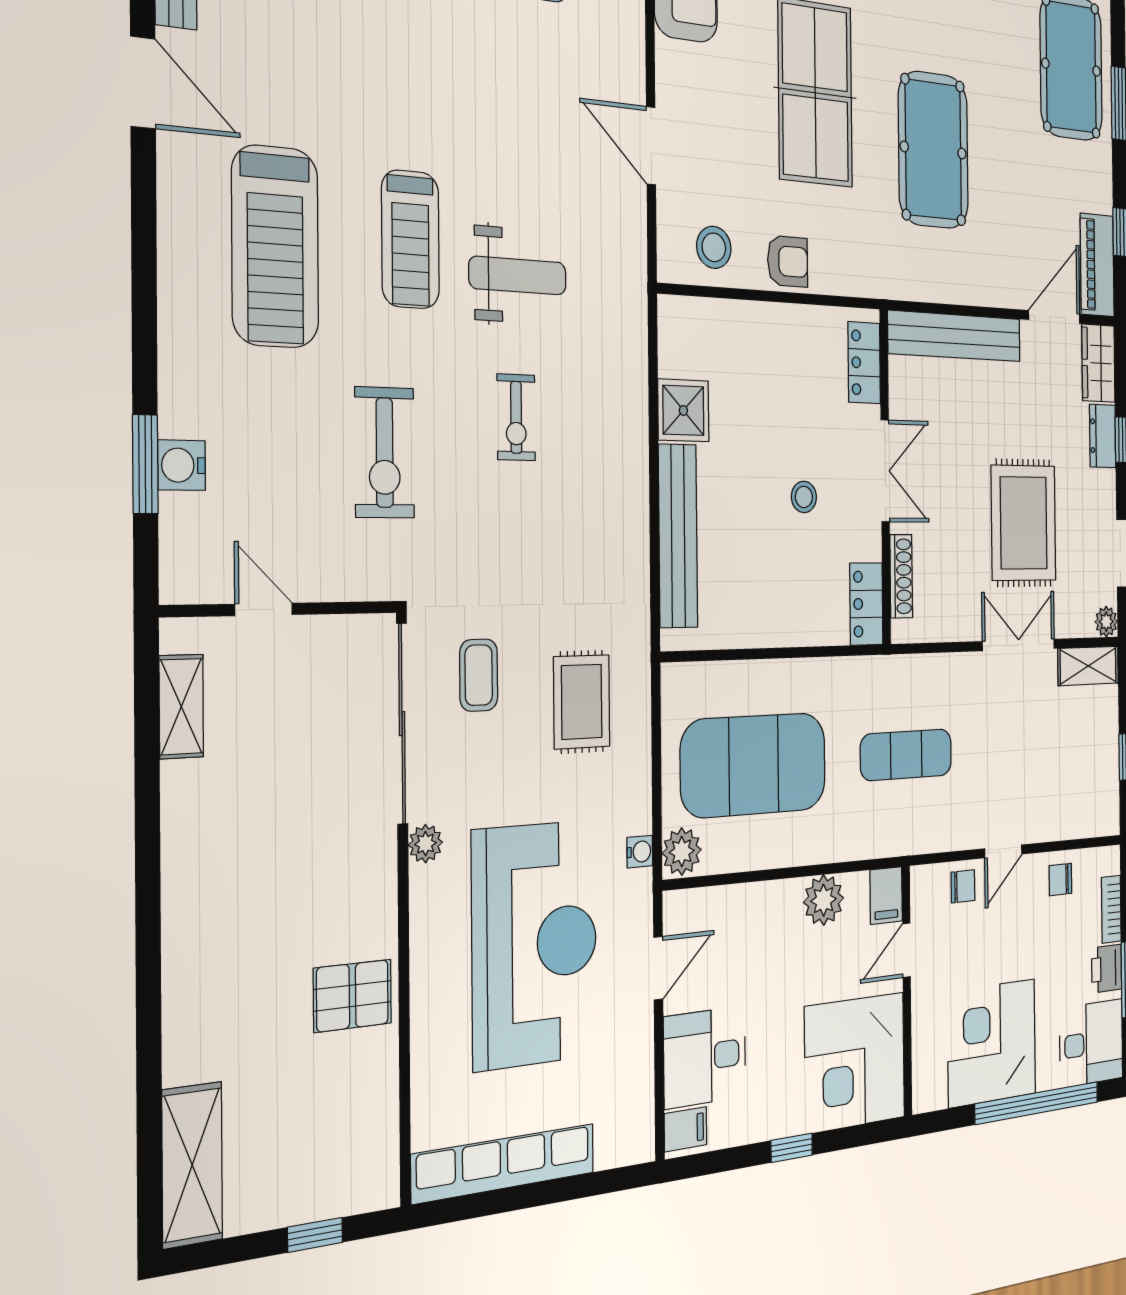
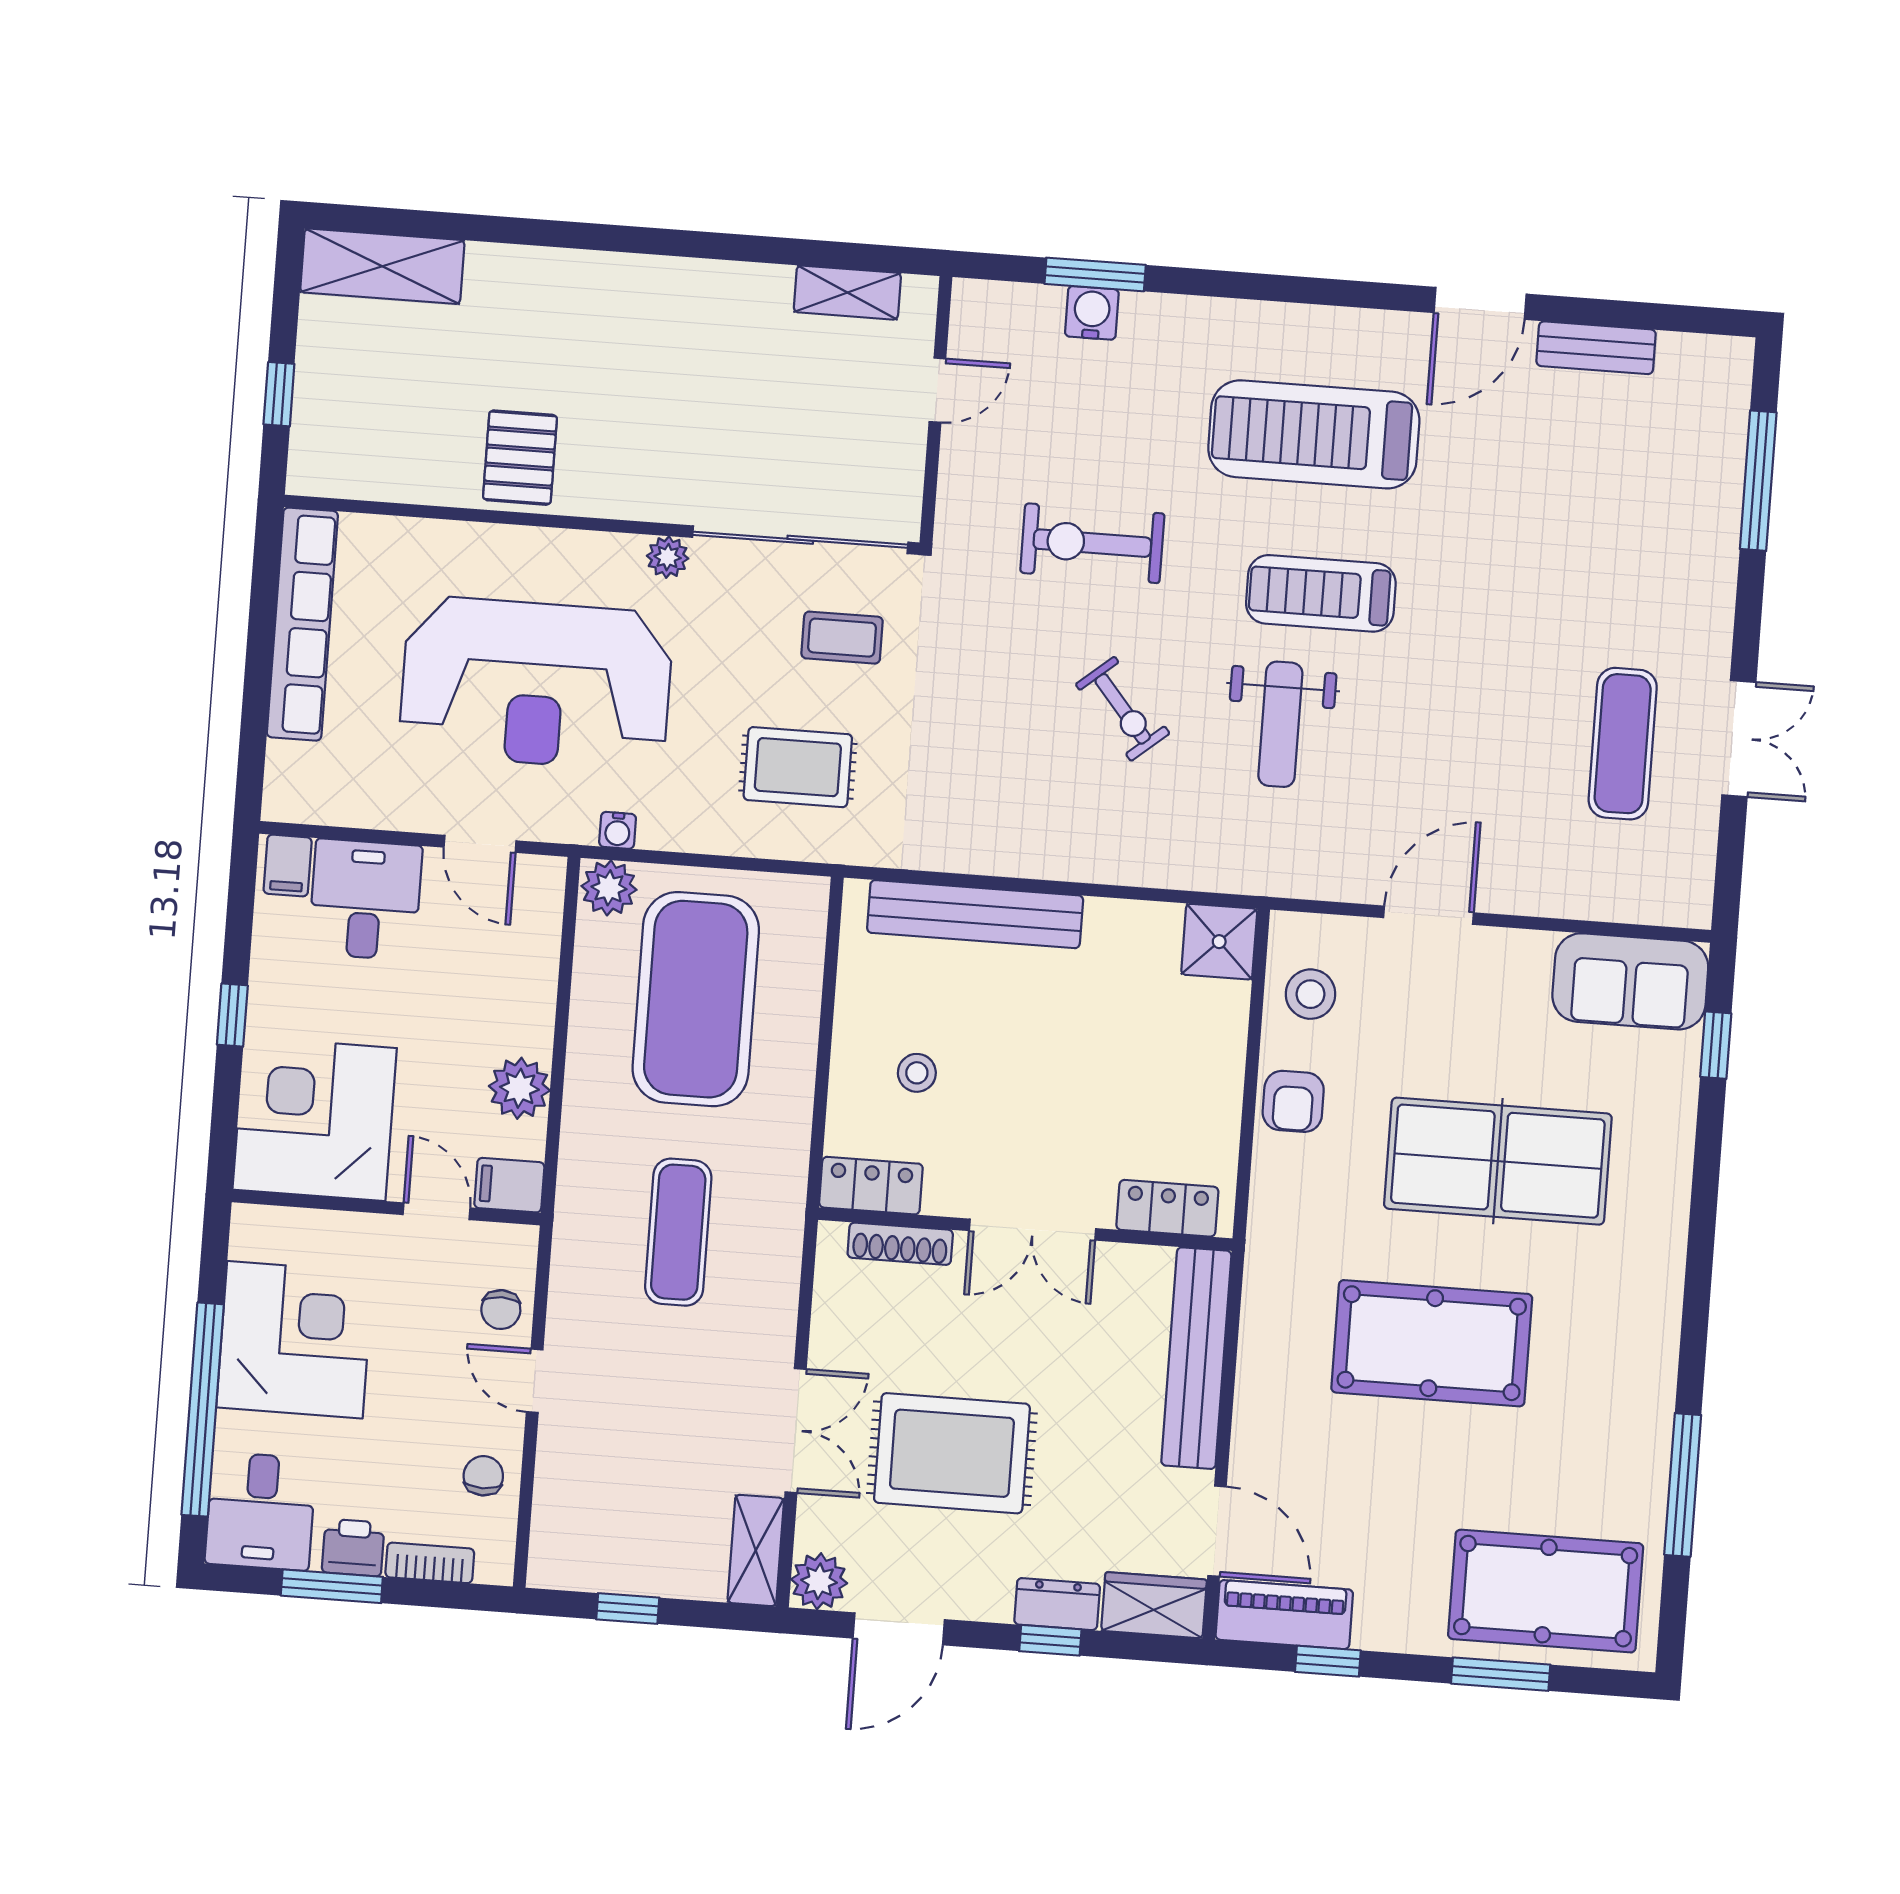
shower: (683, 410) -> (1219, 942), moved
exercise bike: (516, 417) -> (1123, 709), turned -130
stool: (804, 497) -> (917, 1073), moved
plant: (1106, 622) -> (819, 1581), width x1.38, depth x1.38

